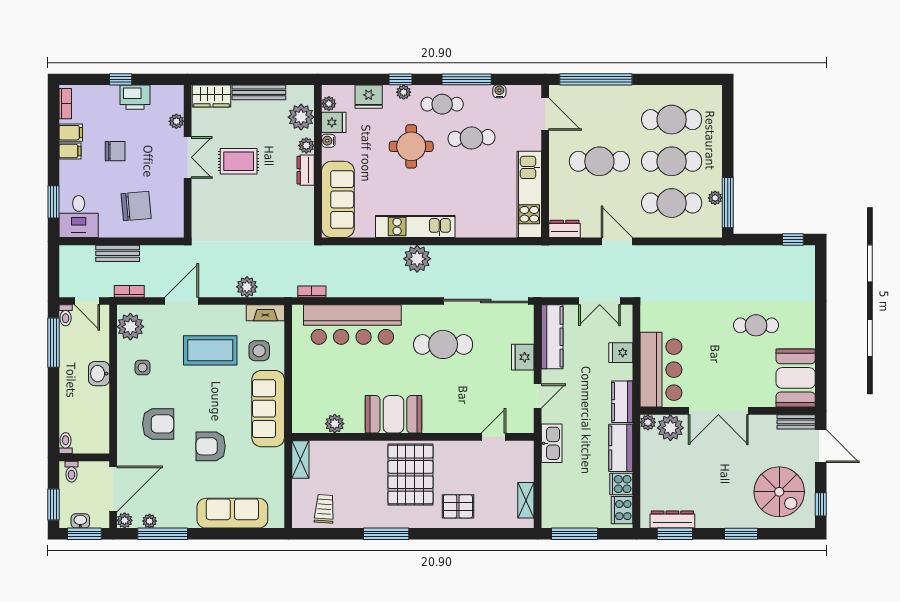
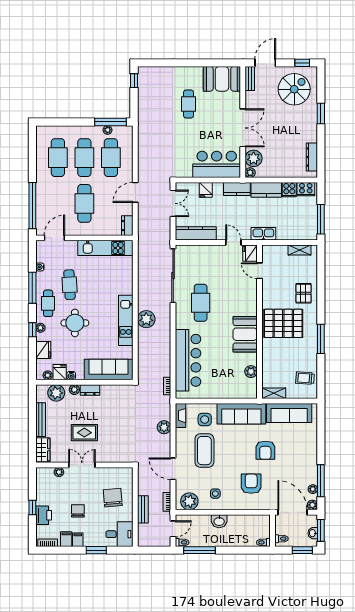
printer: (135, 97) -> (44, 515), moved
rug: (239, 161) -> (84, 433), turned 90
window: (53, 202) -> (96, 550), moved
fridge: (523, 357) -> (250, 253), moved, turned 90
sofa: (232, 513) -> (289, 413), moved, turned -90
window: (675, 534) -> (321, 156), removed

